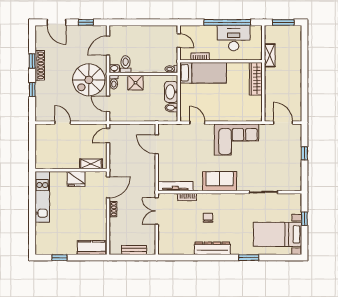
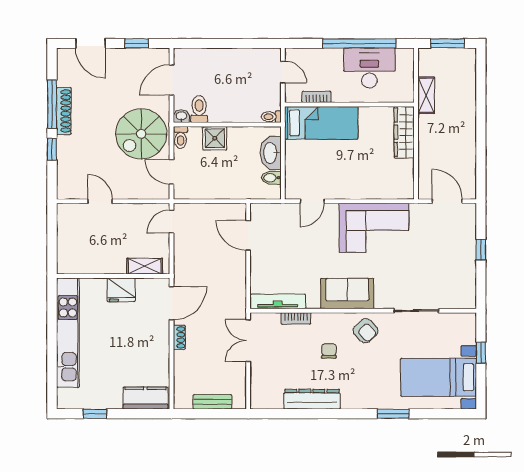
window: (32, 61) -> (52, 104), width x2.17
door: (197, 123) -> (312, 201), swing flipped
kitchen unit: (42, 197) -> (68, 333), width x1.36
armchair: (231, 205) -> (366, 331), added
dresser: (212, 248) -> (312, 399), moved

